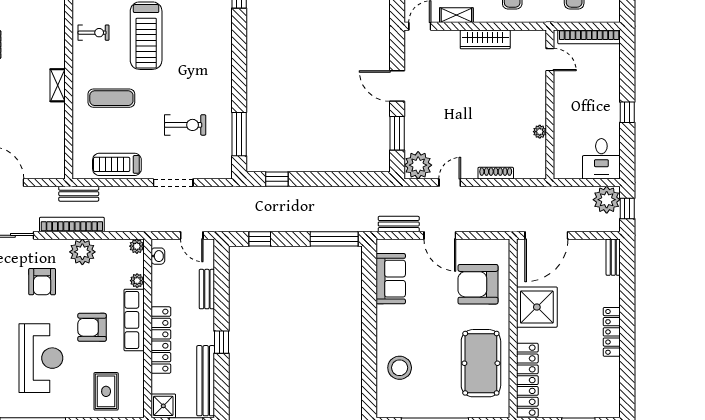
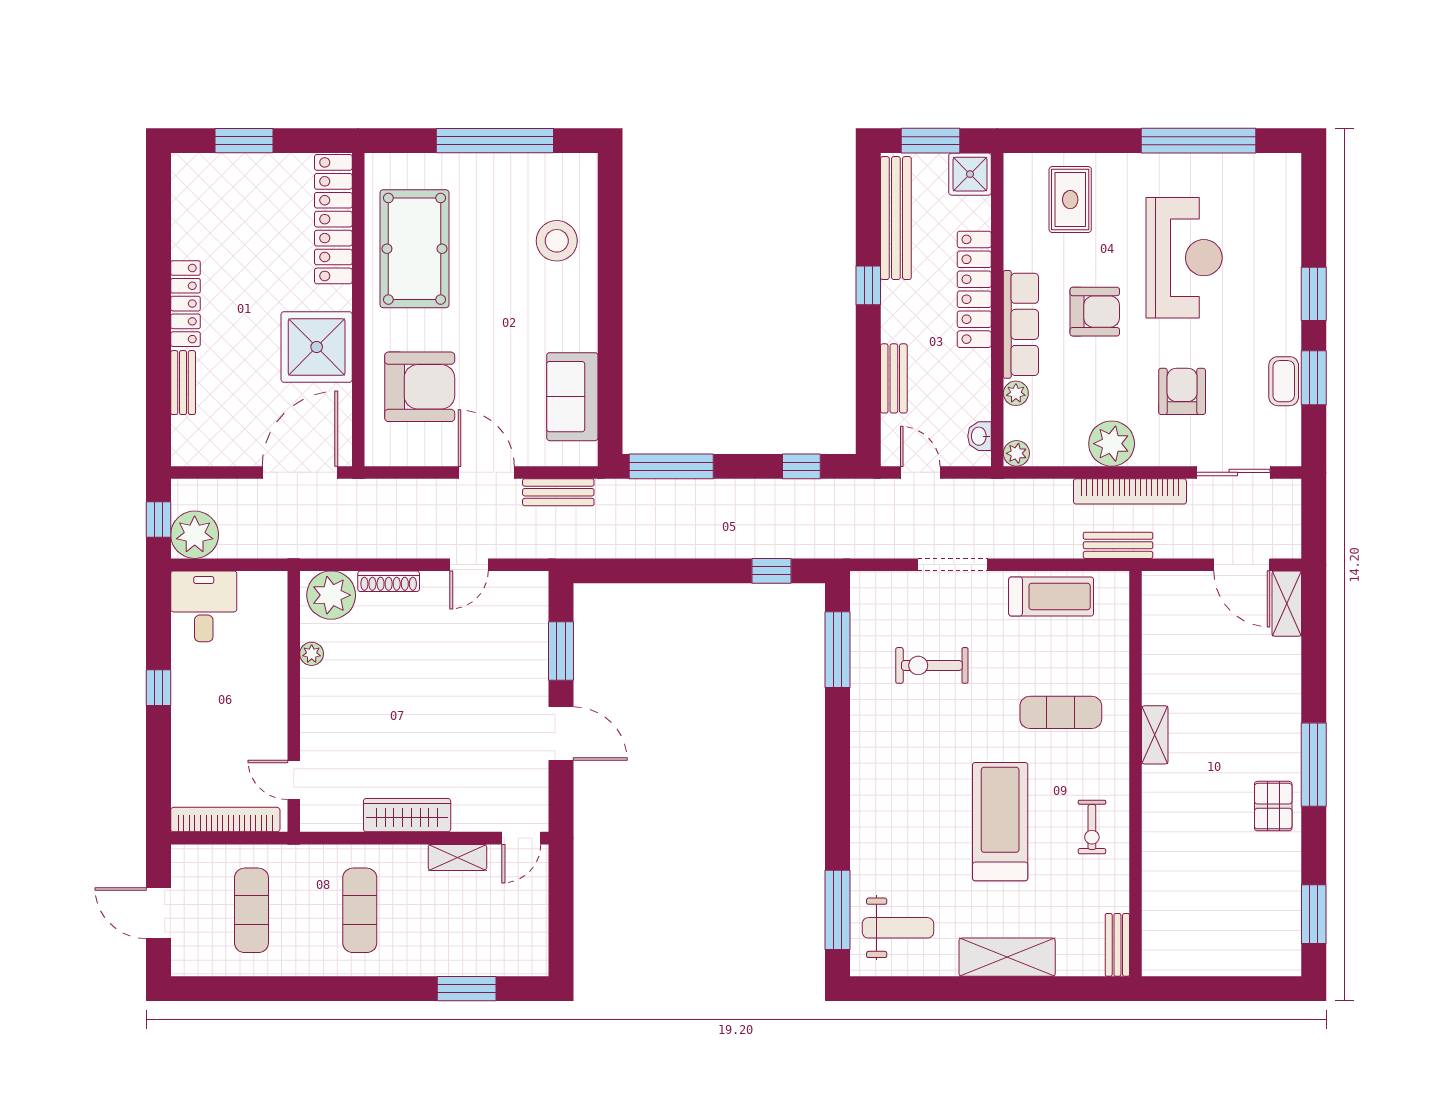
exercise bike: (94, 33) -> (1092, 827), turned -90
plant: (418, 165) -> (331, 595), moved
bench: (613, 257) -> (183, 383), moved
reception desk: (41, 358) -> (1184, 258), turned 180

